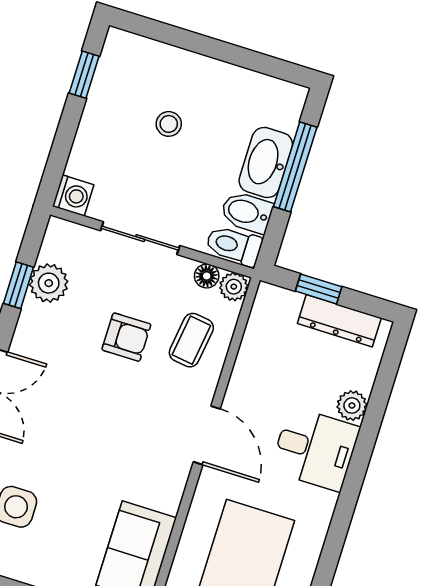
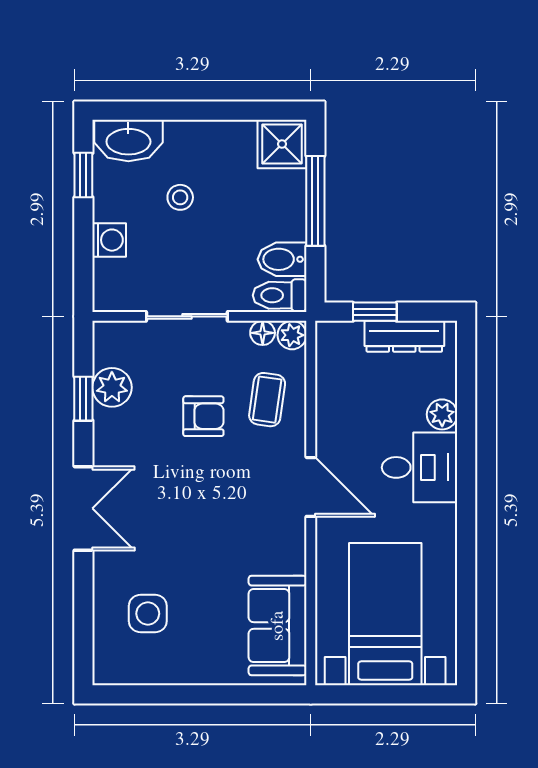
shower: (280, 104) -> (282, 144), added
washbasin: (266, 162) -> (128, 140), moved, turned -90
washing machine: (73, 195) -> (109, 240), moved

